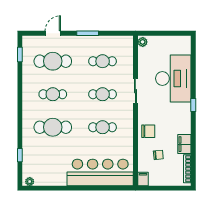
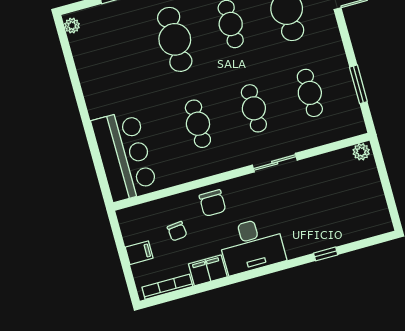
window: (88, 33) -> (358, 84), moved
desk: (173, 78) -> (252, 245), moved, width x0.73, depth x0.77
window: (193, 105) -> (326, 254), moved
bar counter: (100, 172) -> (124, 156), width x0.73
filing cabinet: (143, 179) -> (139, 253), moved

